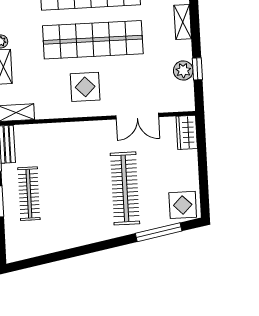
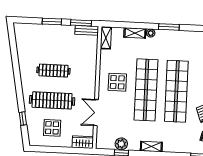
clothes rail: (29, 194) -> (53, 71), moved
display table: (183, 205) -> (52, 128), moved
window: (159, 232) -> (23, 119), width x0.46

